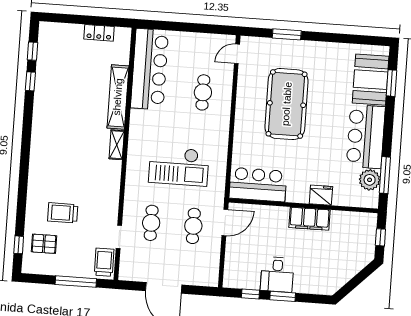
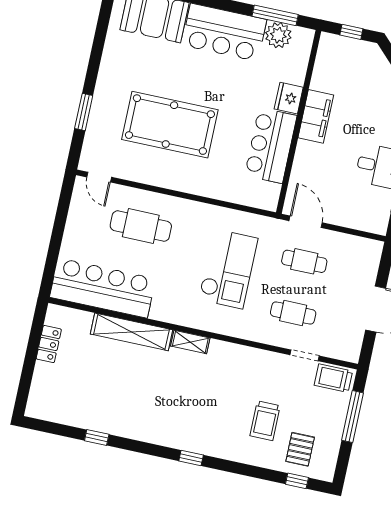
window: (33, 51) -> (191, 458), moved
cafe table: (203, 92) -> (141, 226), width x1.37, depth x1.35
bar counter: (258, 185) -> (271, 146), moved

